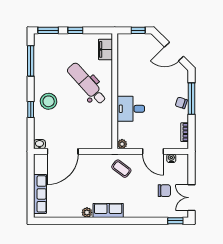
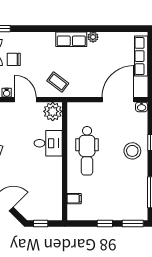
filing cabinet: (105, 49) -> (74, 199), width x0.50
dental chair: (87, 84) -> (87, 151), moved, turned 42
plant: (122, 144) -> (53, 111), width x1.87, depth x1.87

